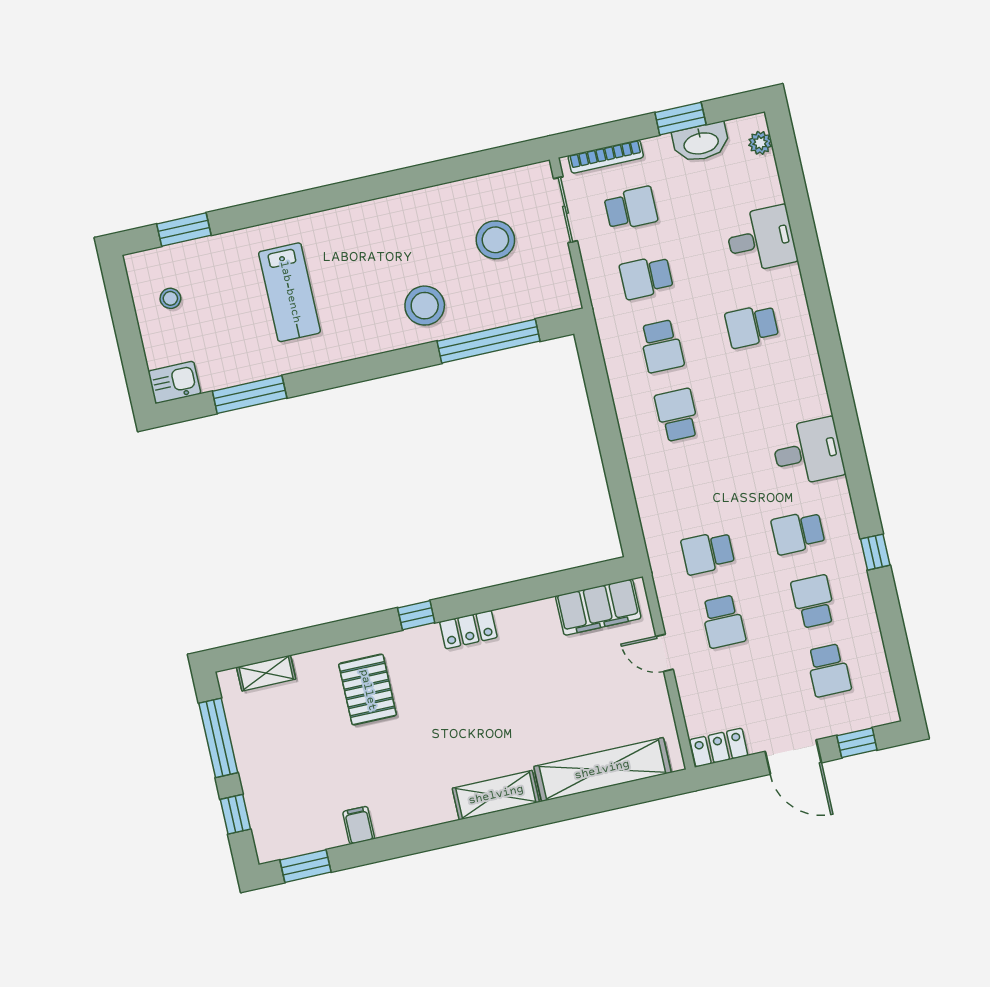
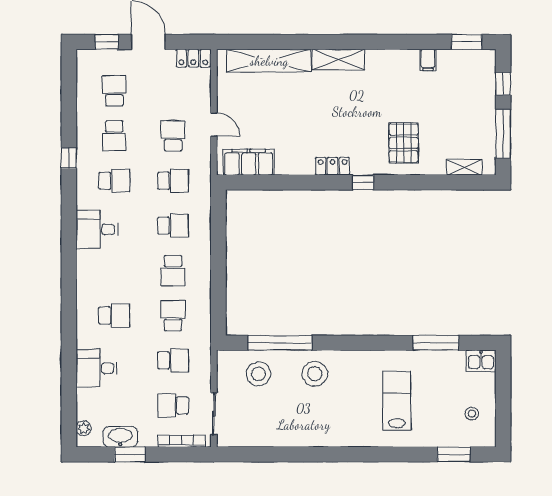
stool: (495, 240) -> (259, 374), moved
school desk: (692, 484) -> (173, 226), added

